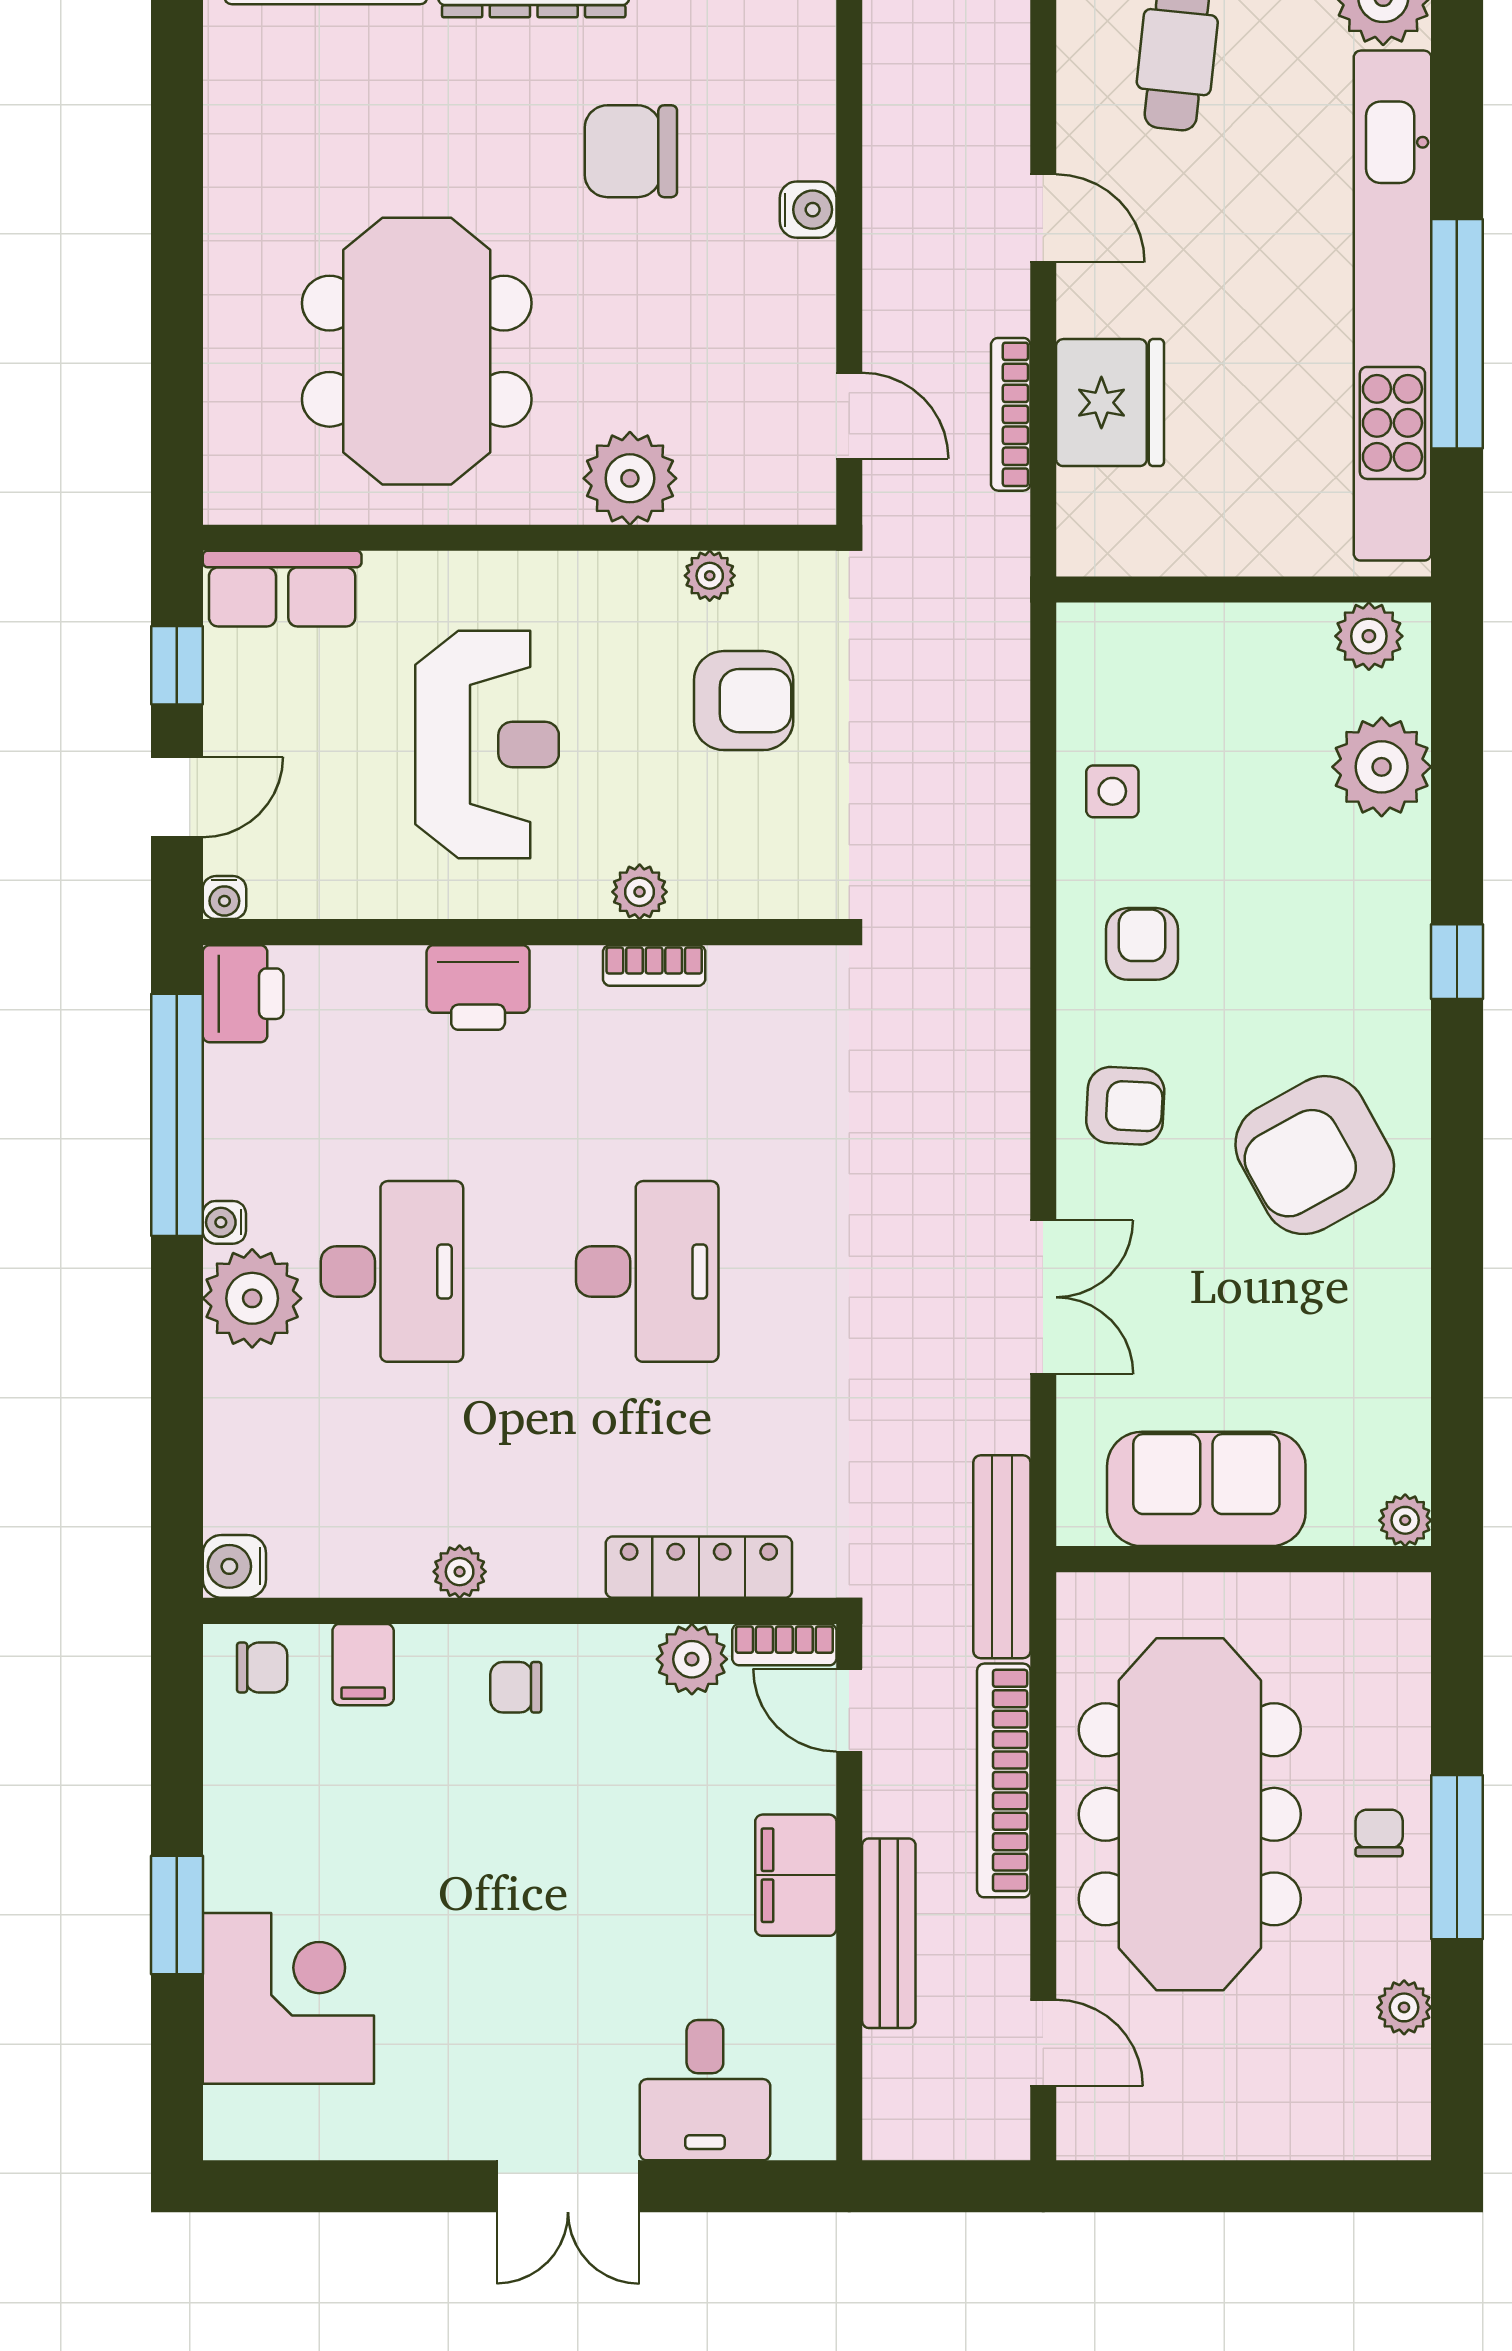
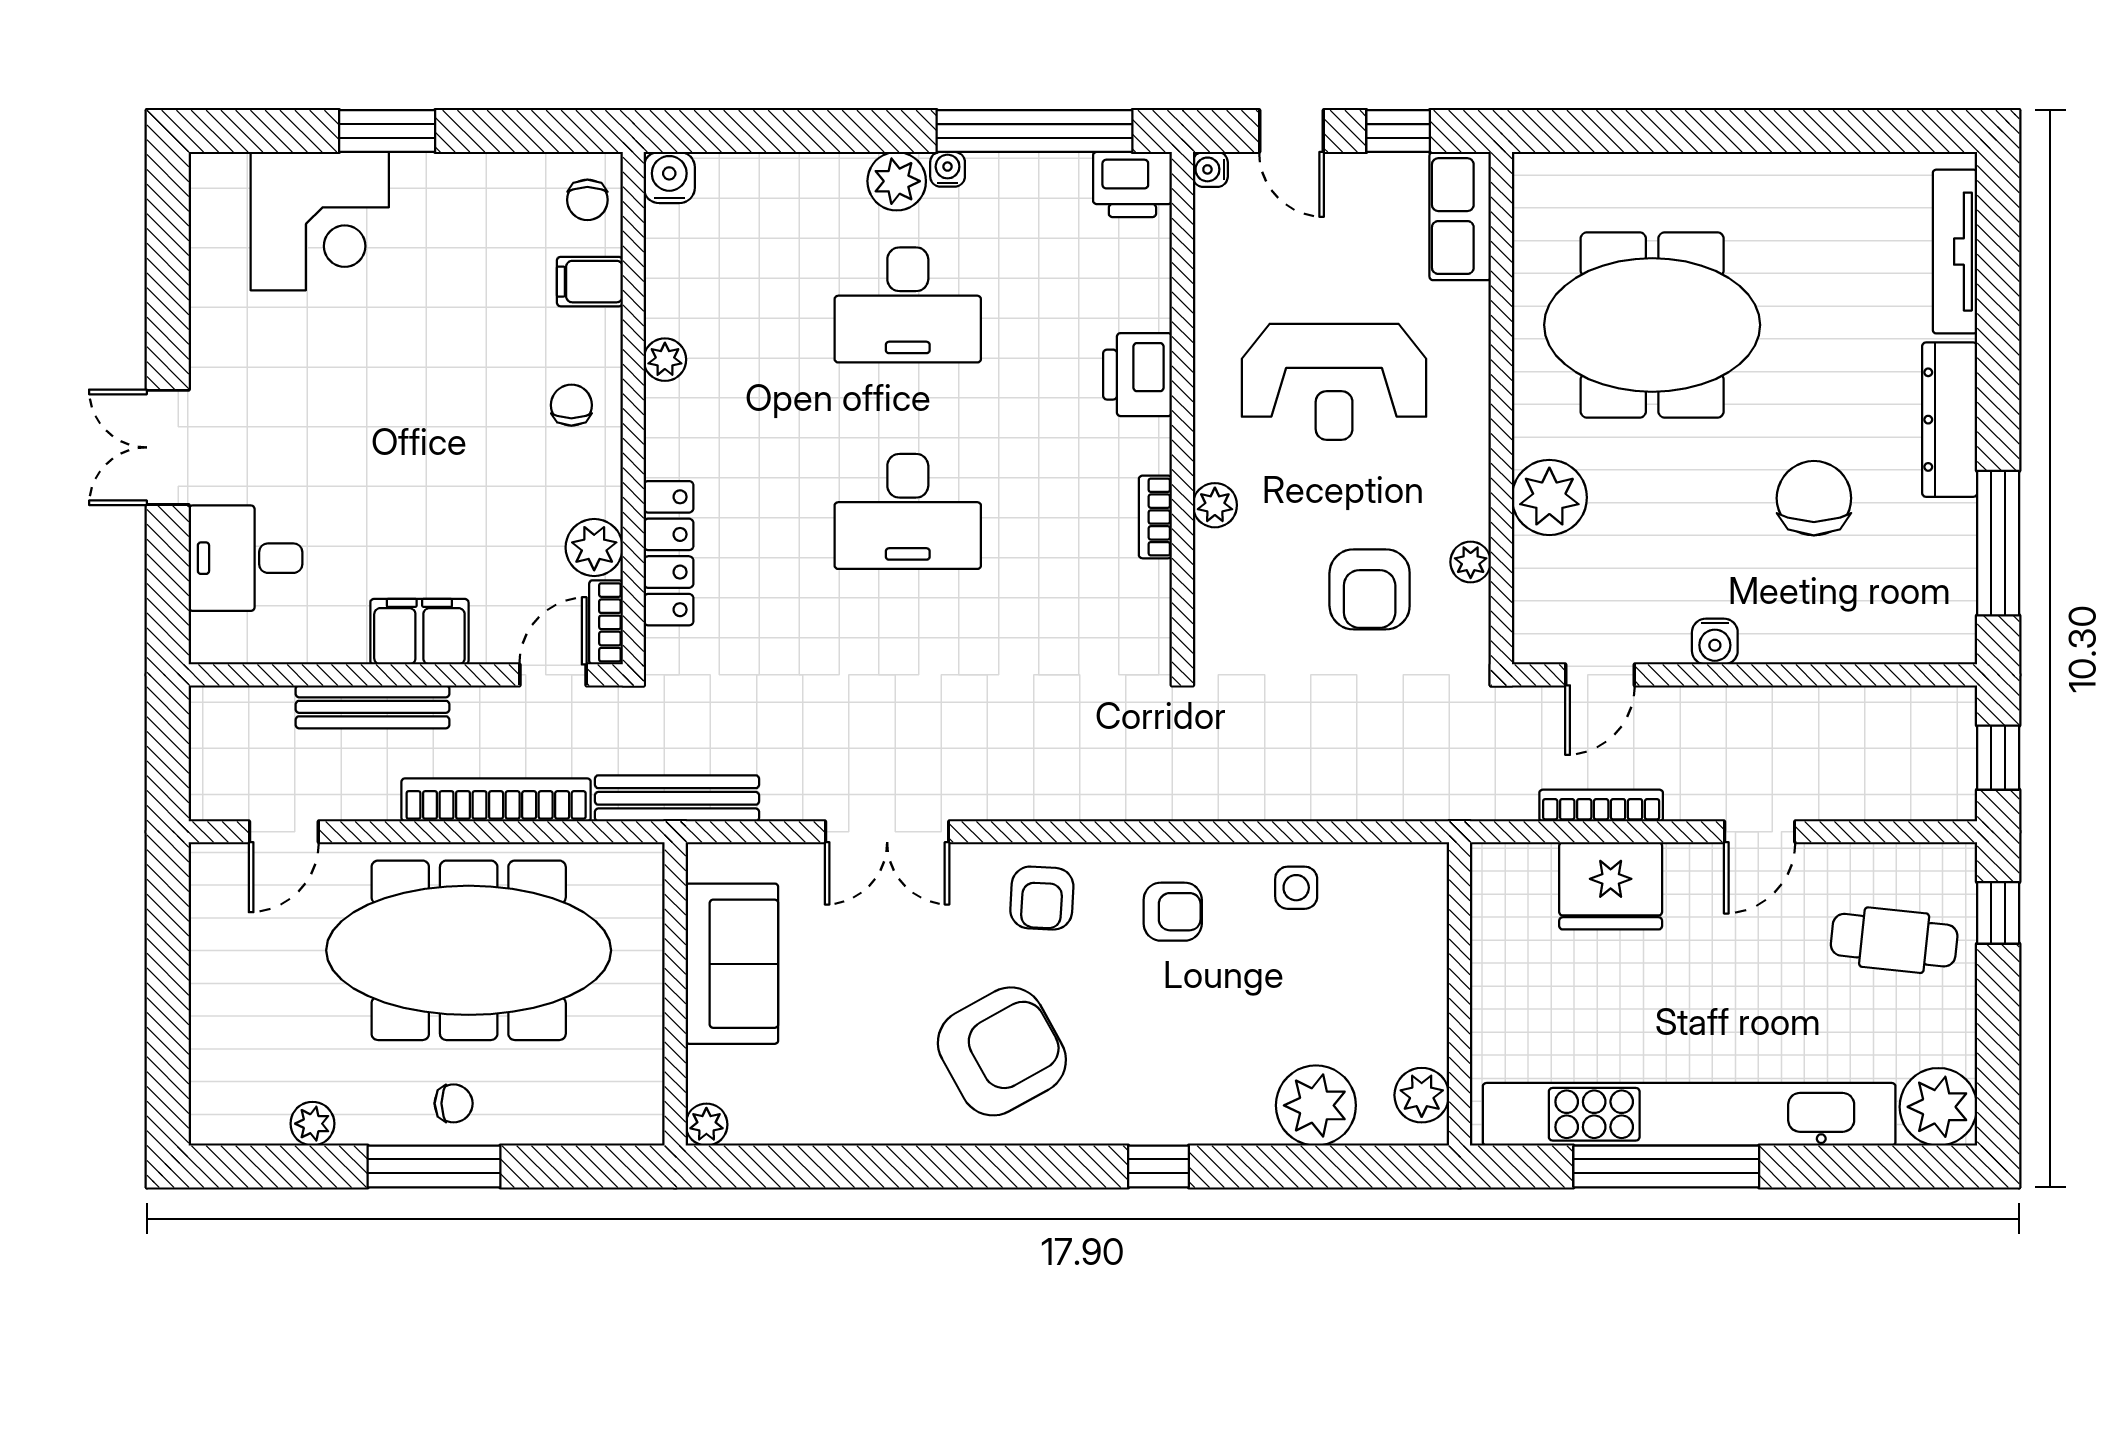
water cooler: (808, 210) -> (1715, 642), moved
armchair: (1315, 1155) -> (1002, 1051), turned 90
plant: (252, 1298) -> (897, 181), width x0.73, depth x0.73

